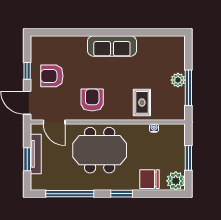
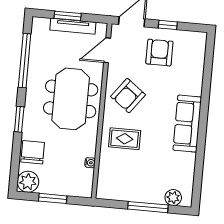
plant: (178, 80) -> (173, 198), moved
window: (188, 88) -> (148, 207), moved
armchair: (92, 100) -> (128, 96), turned 127
rug: (142, 102) -> (125, 139), moved

